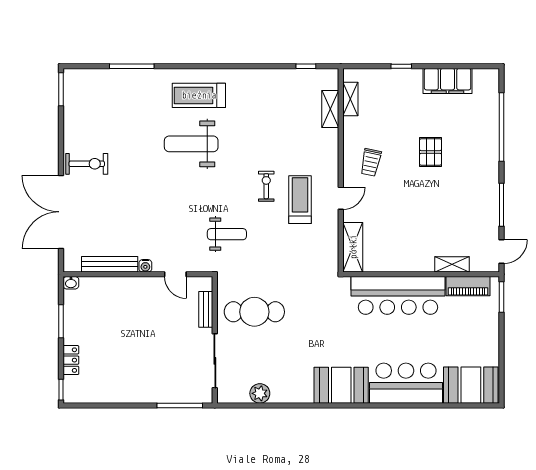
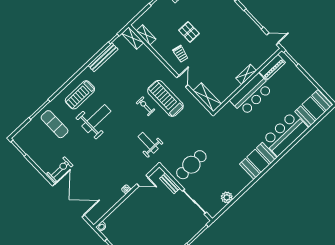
exercise mat: (133, 102) -> (55, 124), added
shelving: (330, 109) -> (133, 38), moved
weight bench: (191, 144) -> (96, 119), turned 180
pallet: (431, 152) -> (189, 32), moved
treadmill: (300, 200) -> (165, 98), width x1.37, depth x1.38
double door: (61, 212) -> (68, 200), swing flipped
weight bench: (227, 234) -> (148, 143), turned -90
door: (502, 252) -> (273, 39), hinge flipped
bench: (110, 264) -> (103, 57), moved
shelving: (452, 264) -> (246, 74), moved
bar counter: (398, 295) -> (251, 94), width x0.73

